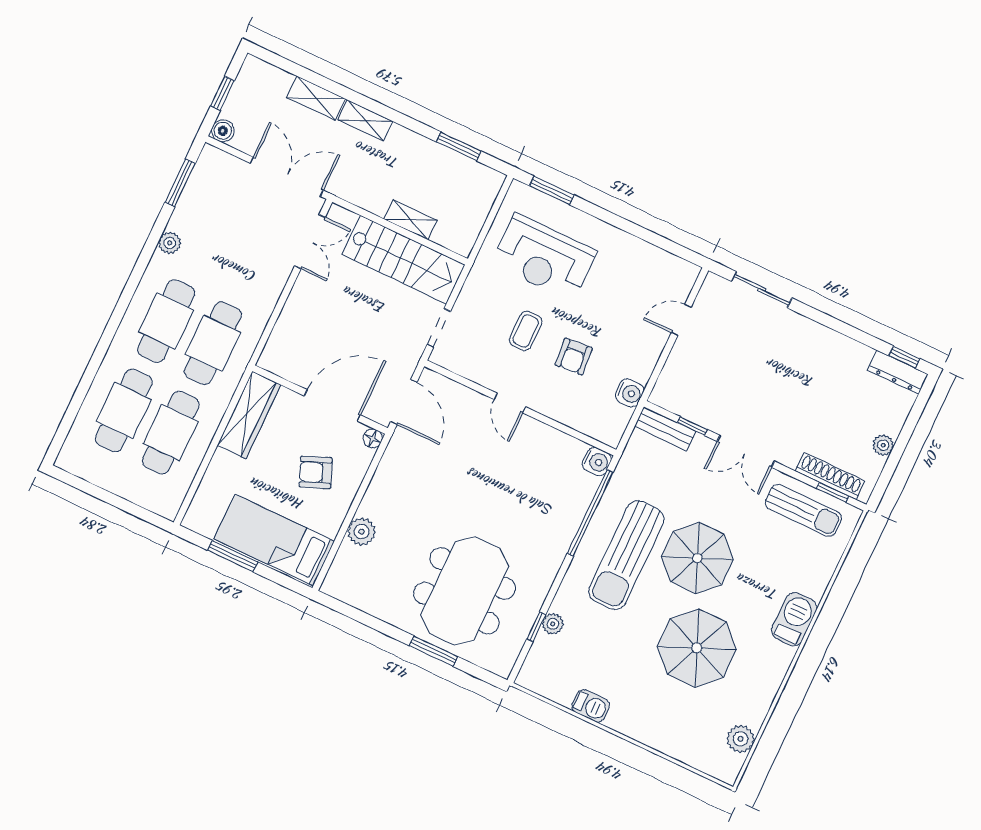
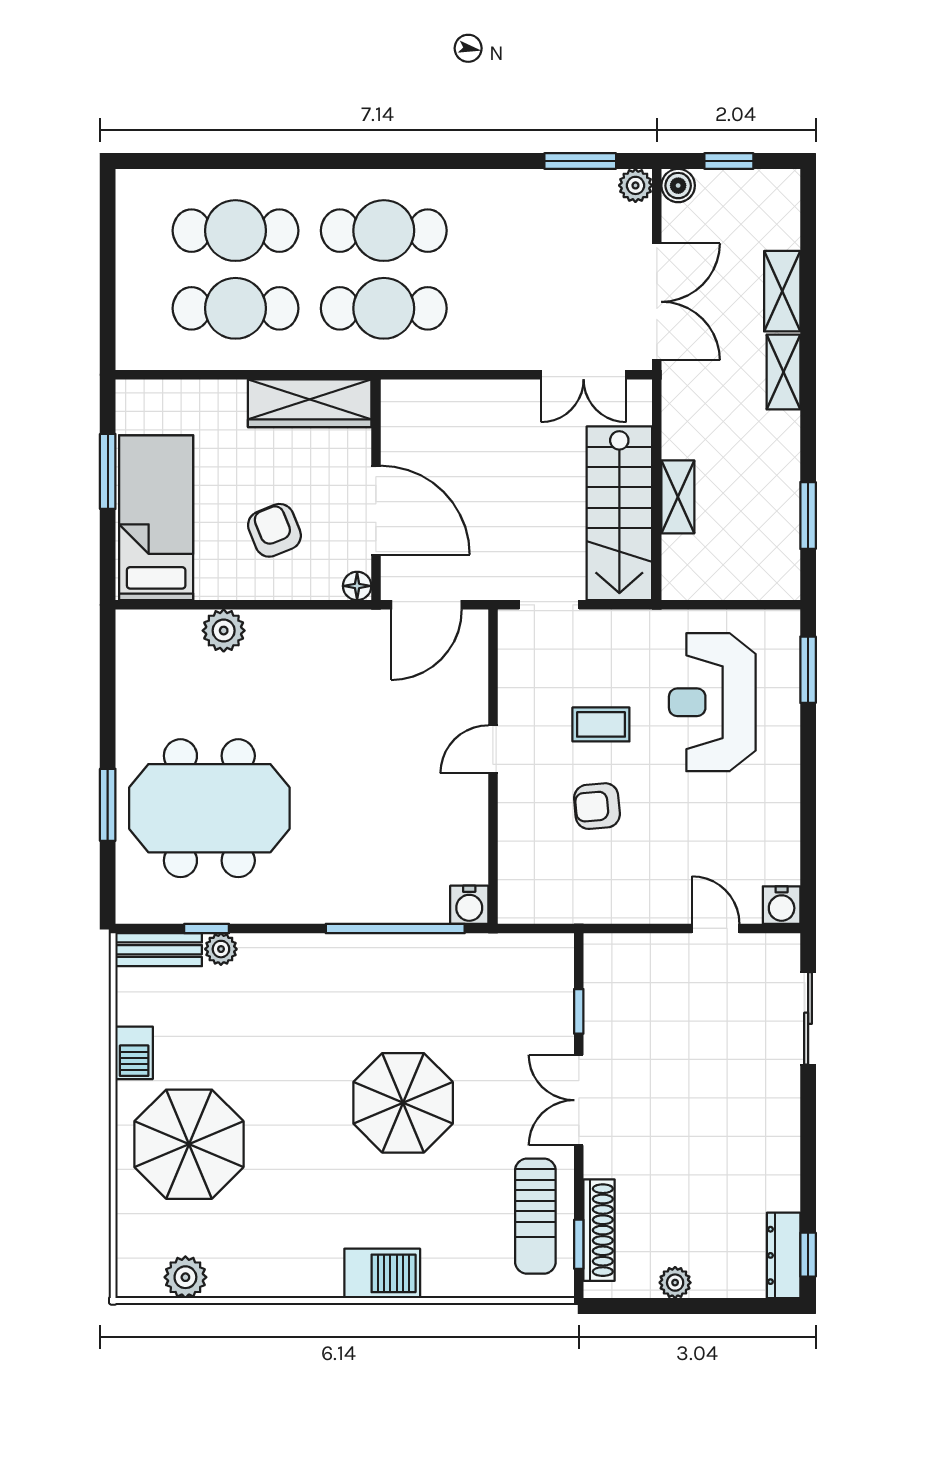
plant: (170, 243) -> (635, 185), moved
water cooler: (630, 393) -> (782, 905), moved
bench: (665, 429) -> (159, 950), moved, turned 90
sun lounger: (626, 555) -> (361, 1005), removed
parasol: (697, 648) -> (189, 1144), moved

